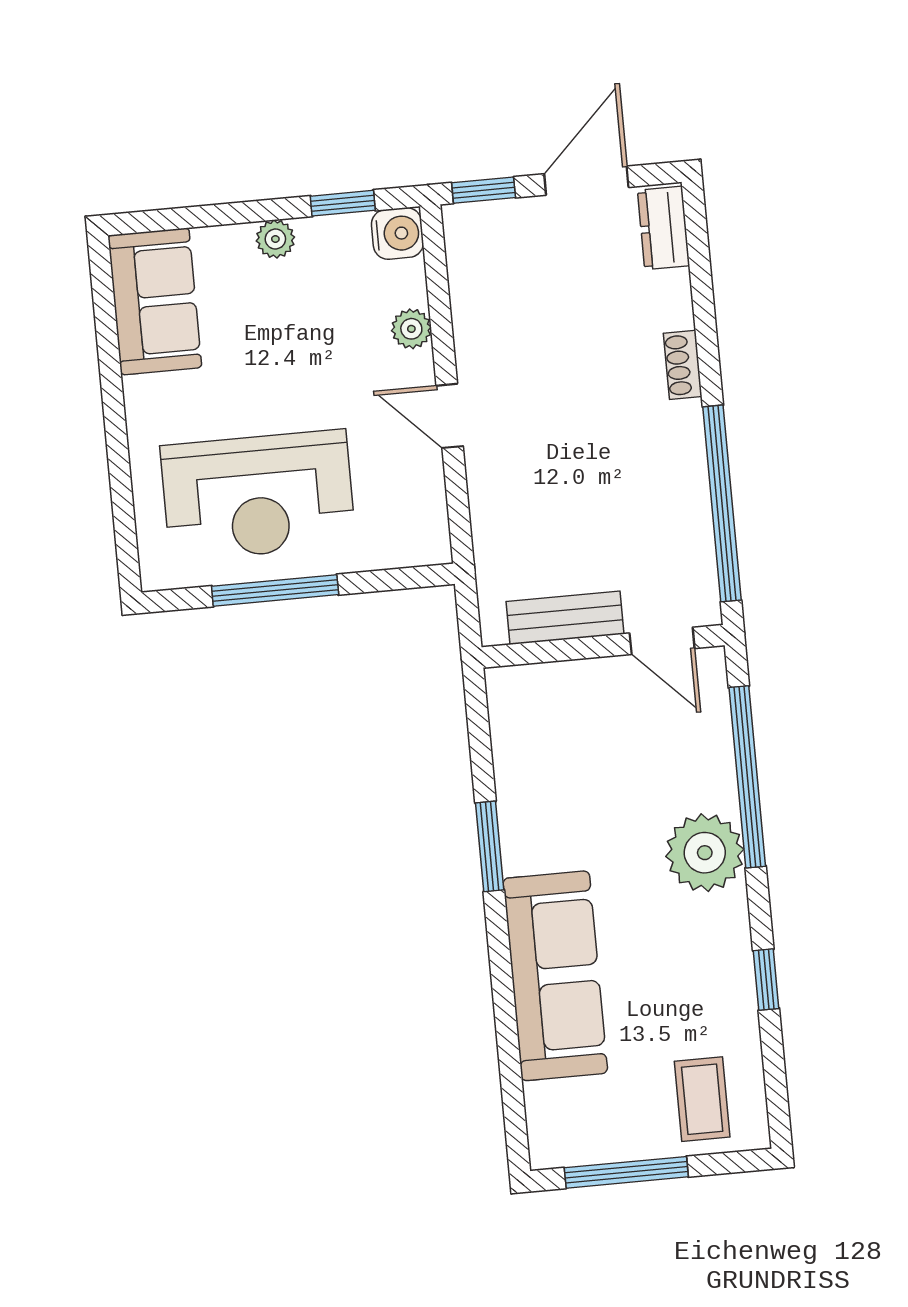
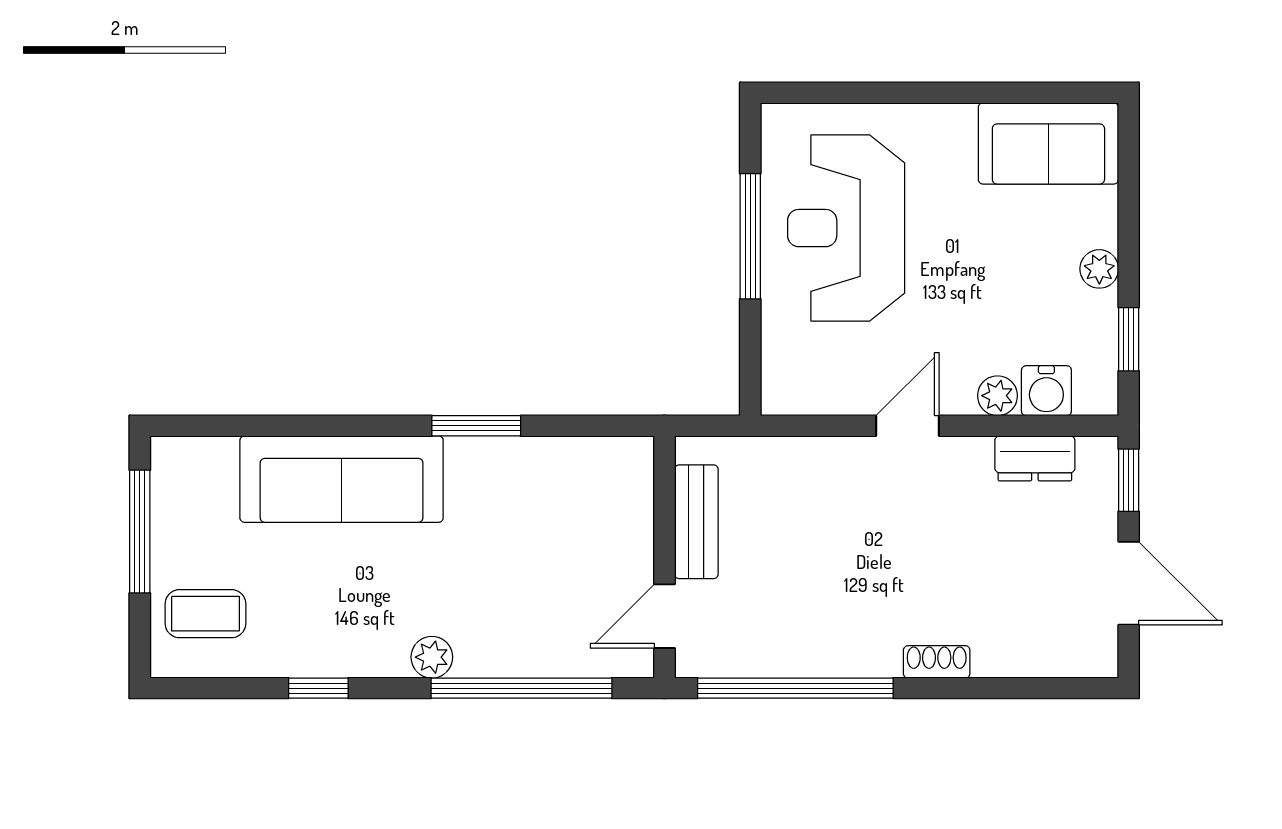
dresser: (664, 228) -> (1035, 458), moved, turned 180
water cooler: (397, 233) -> (1046, 391), moved
plant: (705, 853) -> (432, 657), width x0.53, depth x0.53

